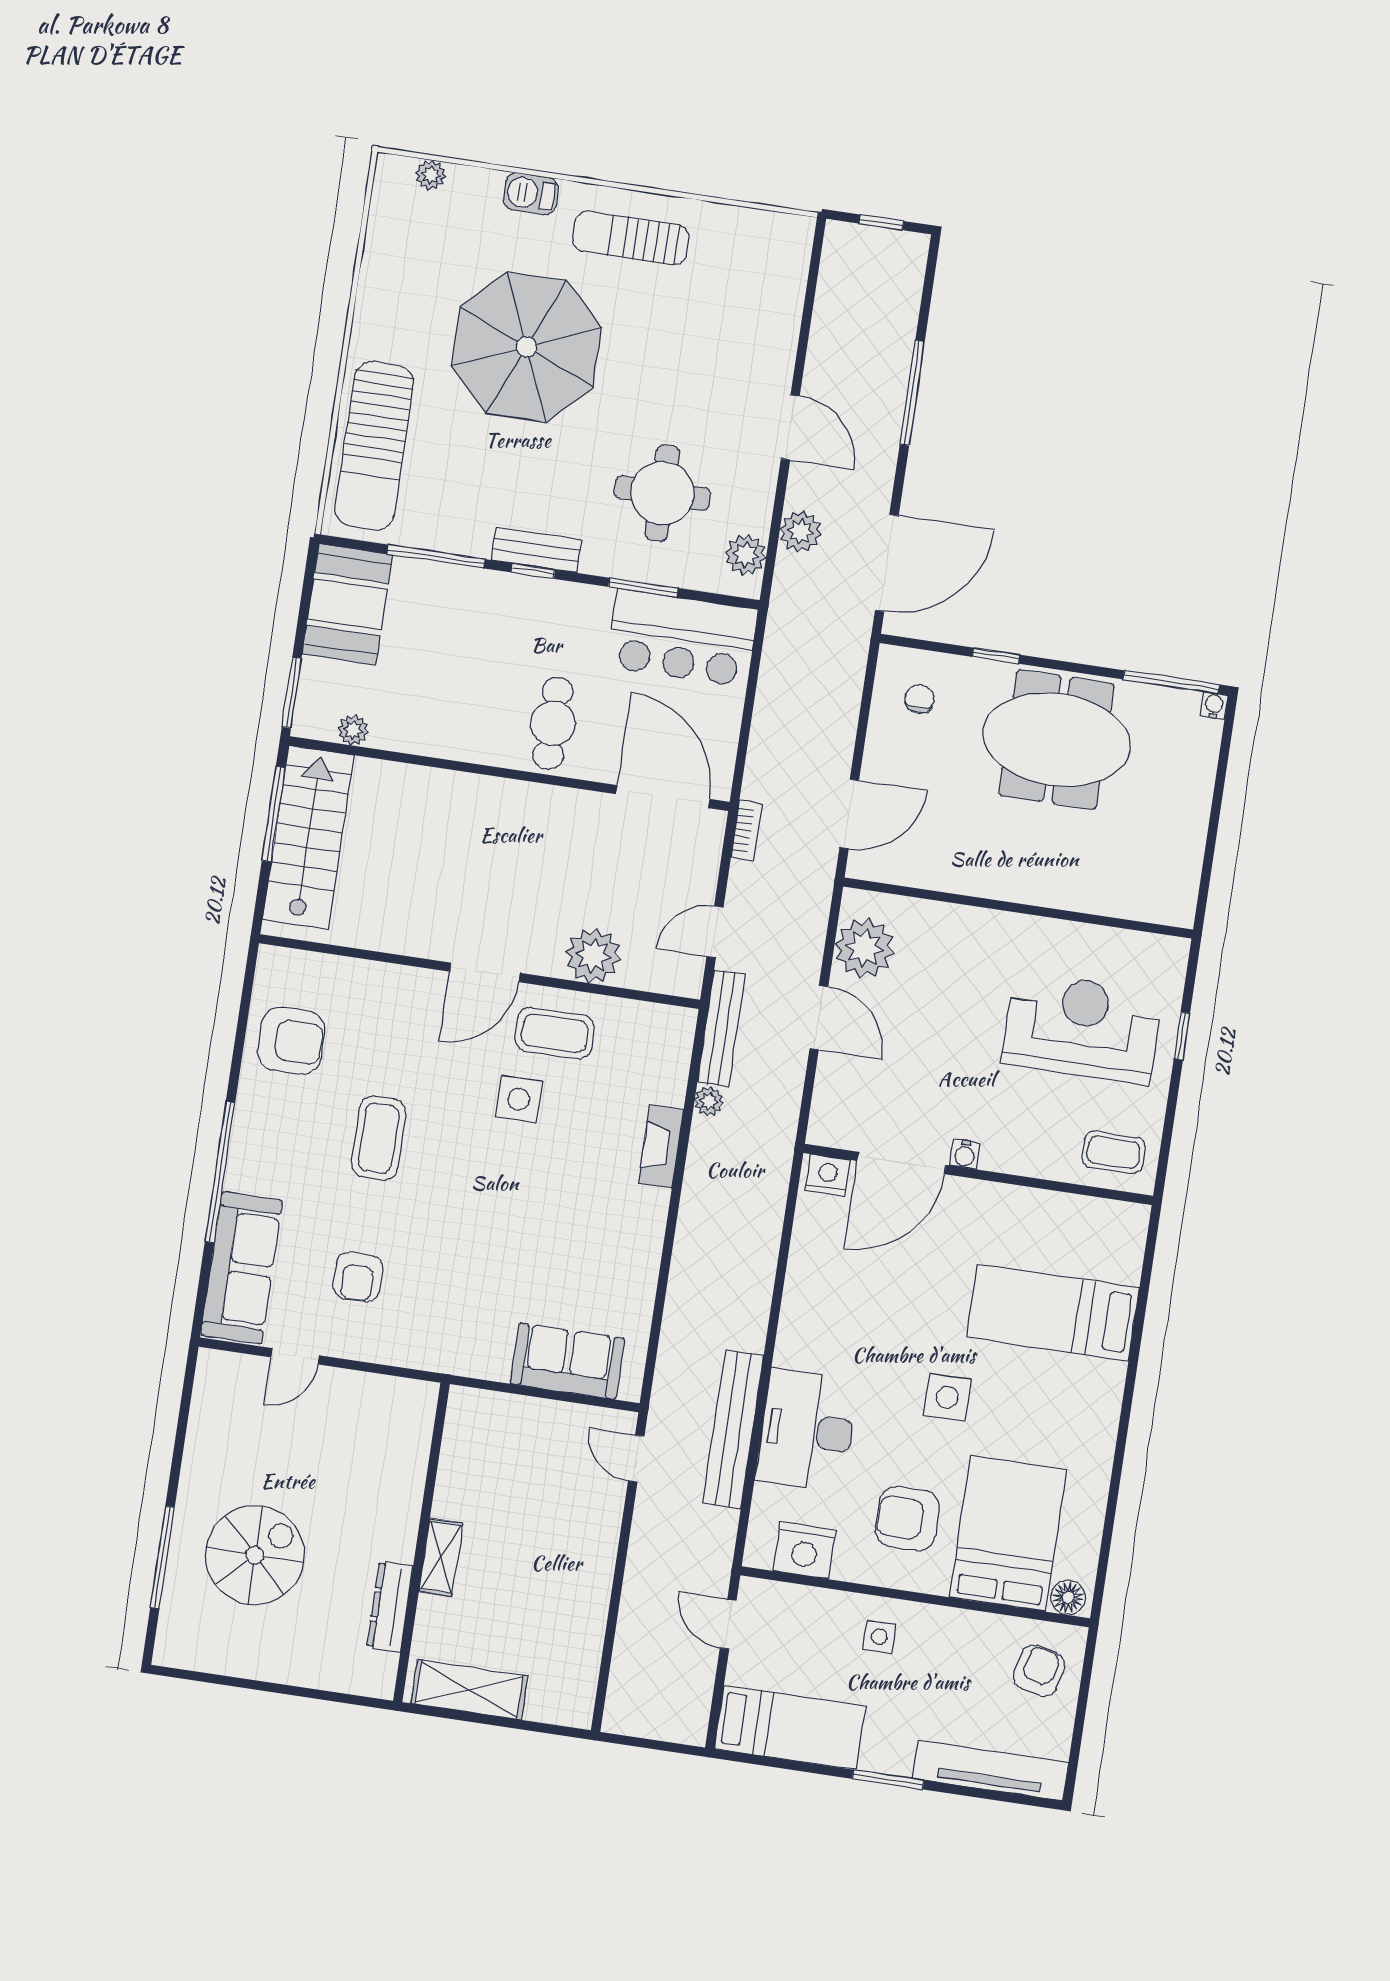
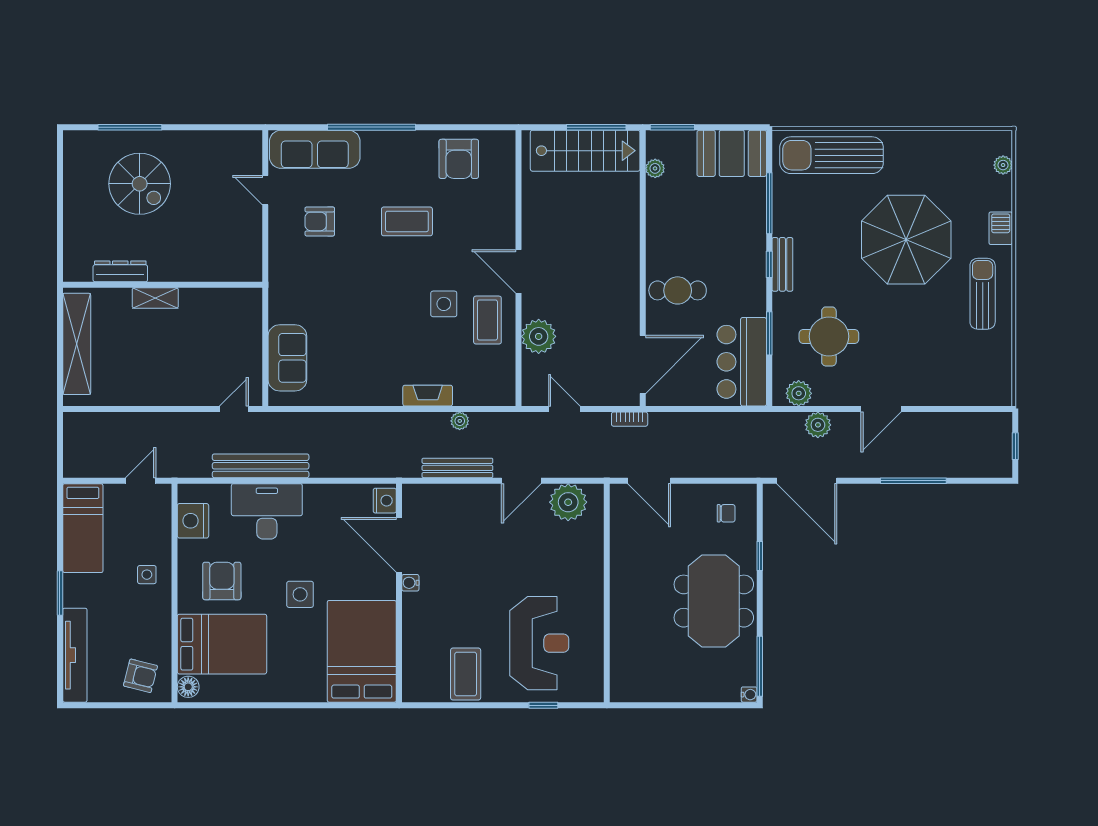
bench: (721, 1028) -> (457, 468), moved
coffee table: (1114, 1152) -> (466, 674), width x1.36, depth x1.30
water cooler: (965, 1154) -> (410, 583), moved
door: (902, 1163) -> (399, 545), moved
wall: (978, 1174) -> (399, 593), moved
nightstand: (828, 1175) -> (385, 501), moved
bed: (1053, 1312) -> (362, 651), width x1.50
shelving: (469, 1690) -> (77, 344), width x1.47

